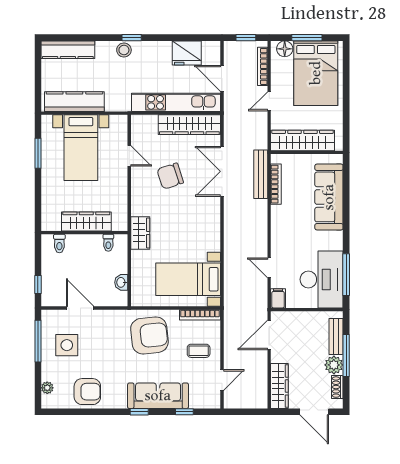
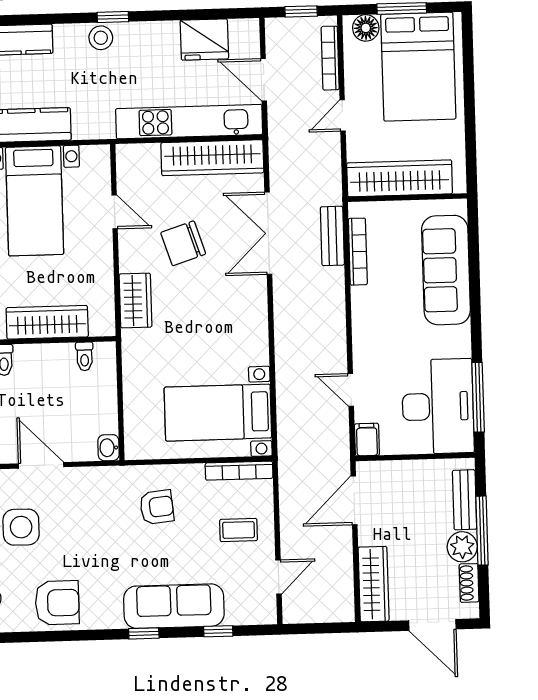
bench: (261, 174) -> (332, 236), width x0.73
wardrobe: (140, 233) -> (135, 300), moved
washbasin: (121, 282) -> (108, 448), moved
armchair: (149, 335) -> (157, 507), width x0.53, depth x0.53

